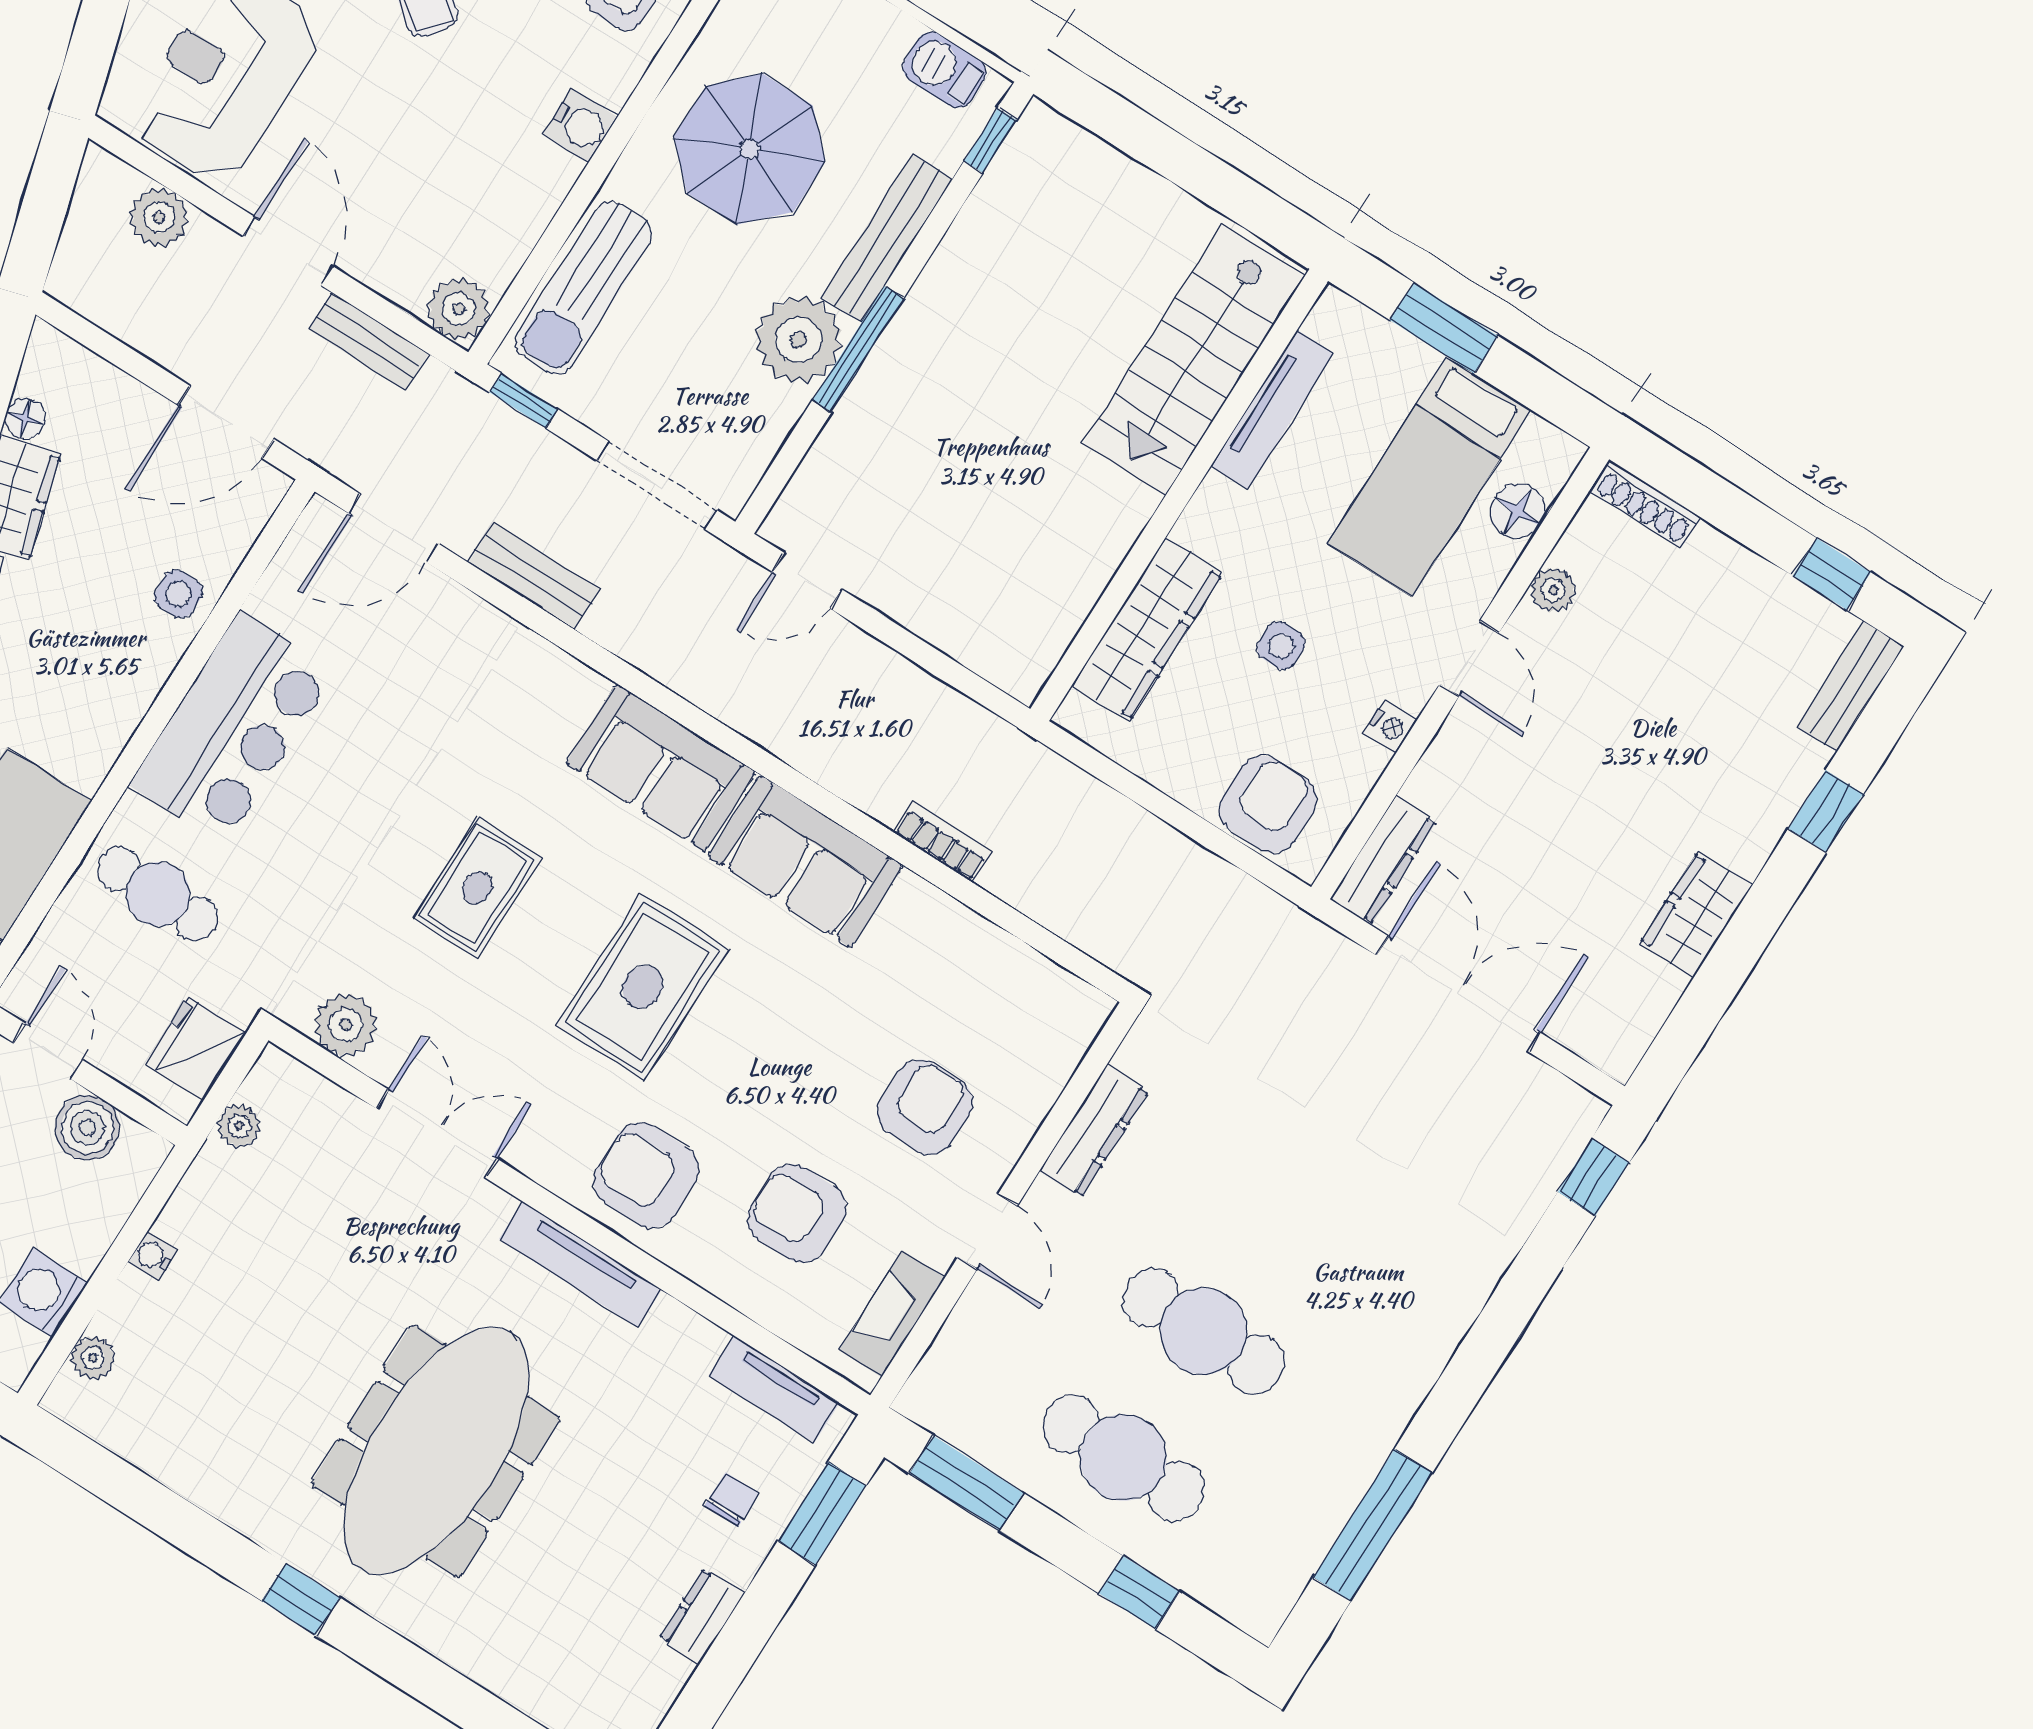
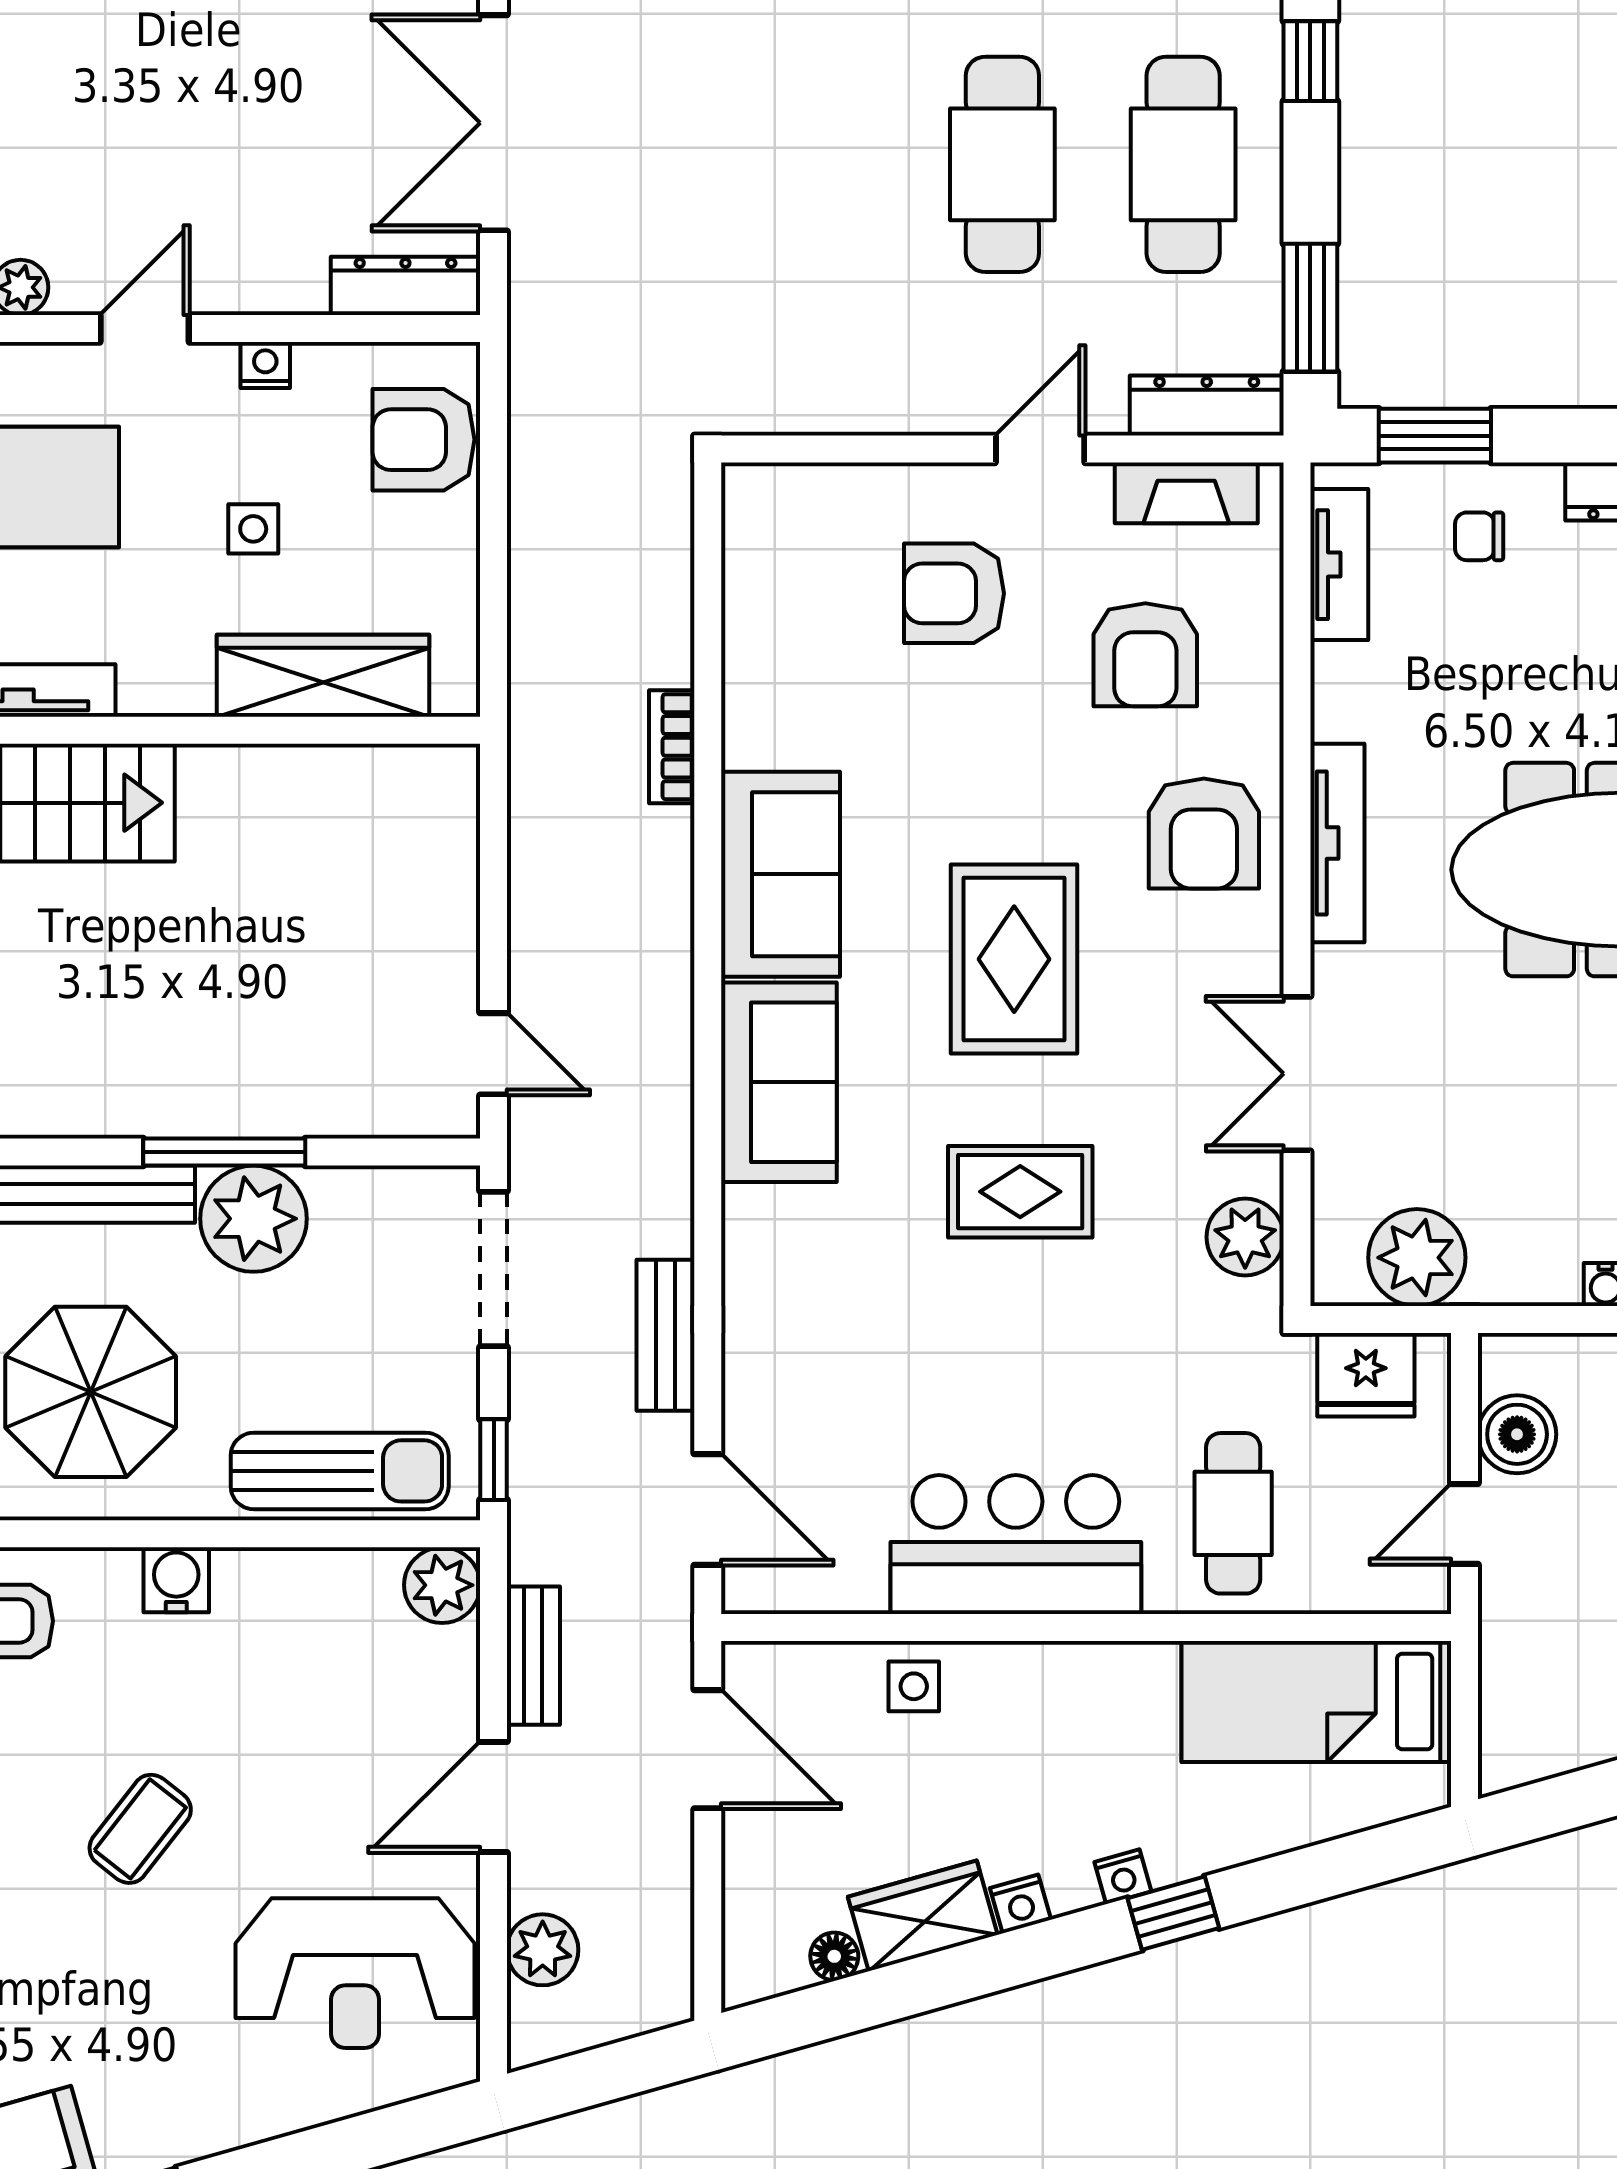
rug: (643, 987) -> (1014, 959), turned 90
plant: (239, 1126) -> (1417, 1258), width x1.87, depth x1.87
dresser: (1094, 1131) -> (1207, 405), moved

